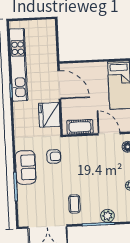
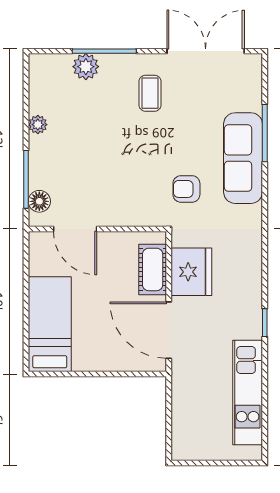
kitchen unit: (18, 65) -> (248, 393), width x0.73
cot: (80, 127) -> (153, 269), moved, turned 90
sofa: (26, 167) -> (243, 158), width x1.36

